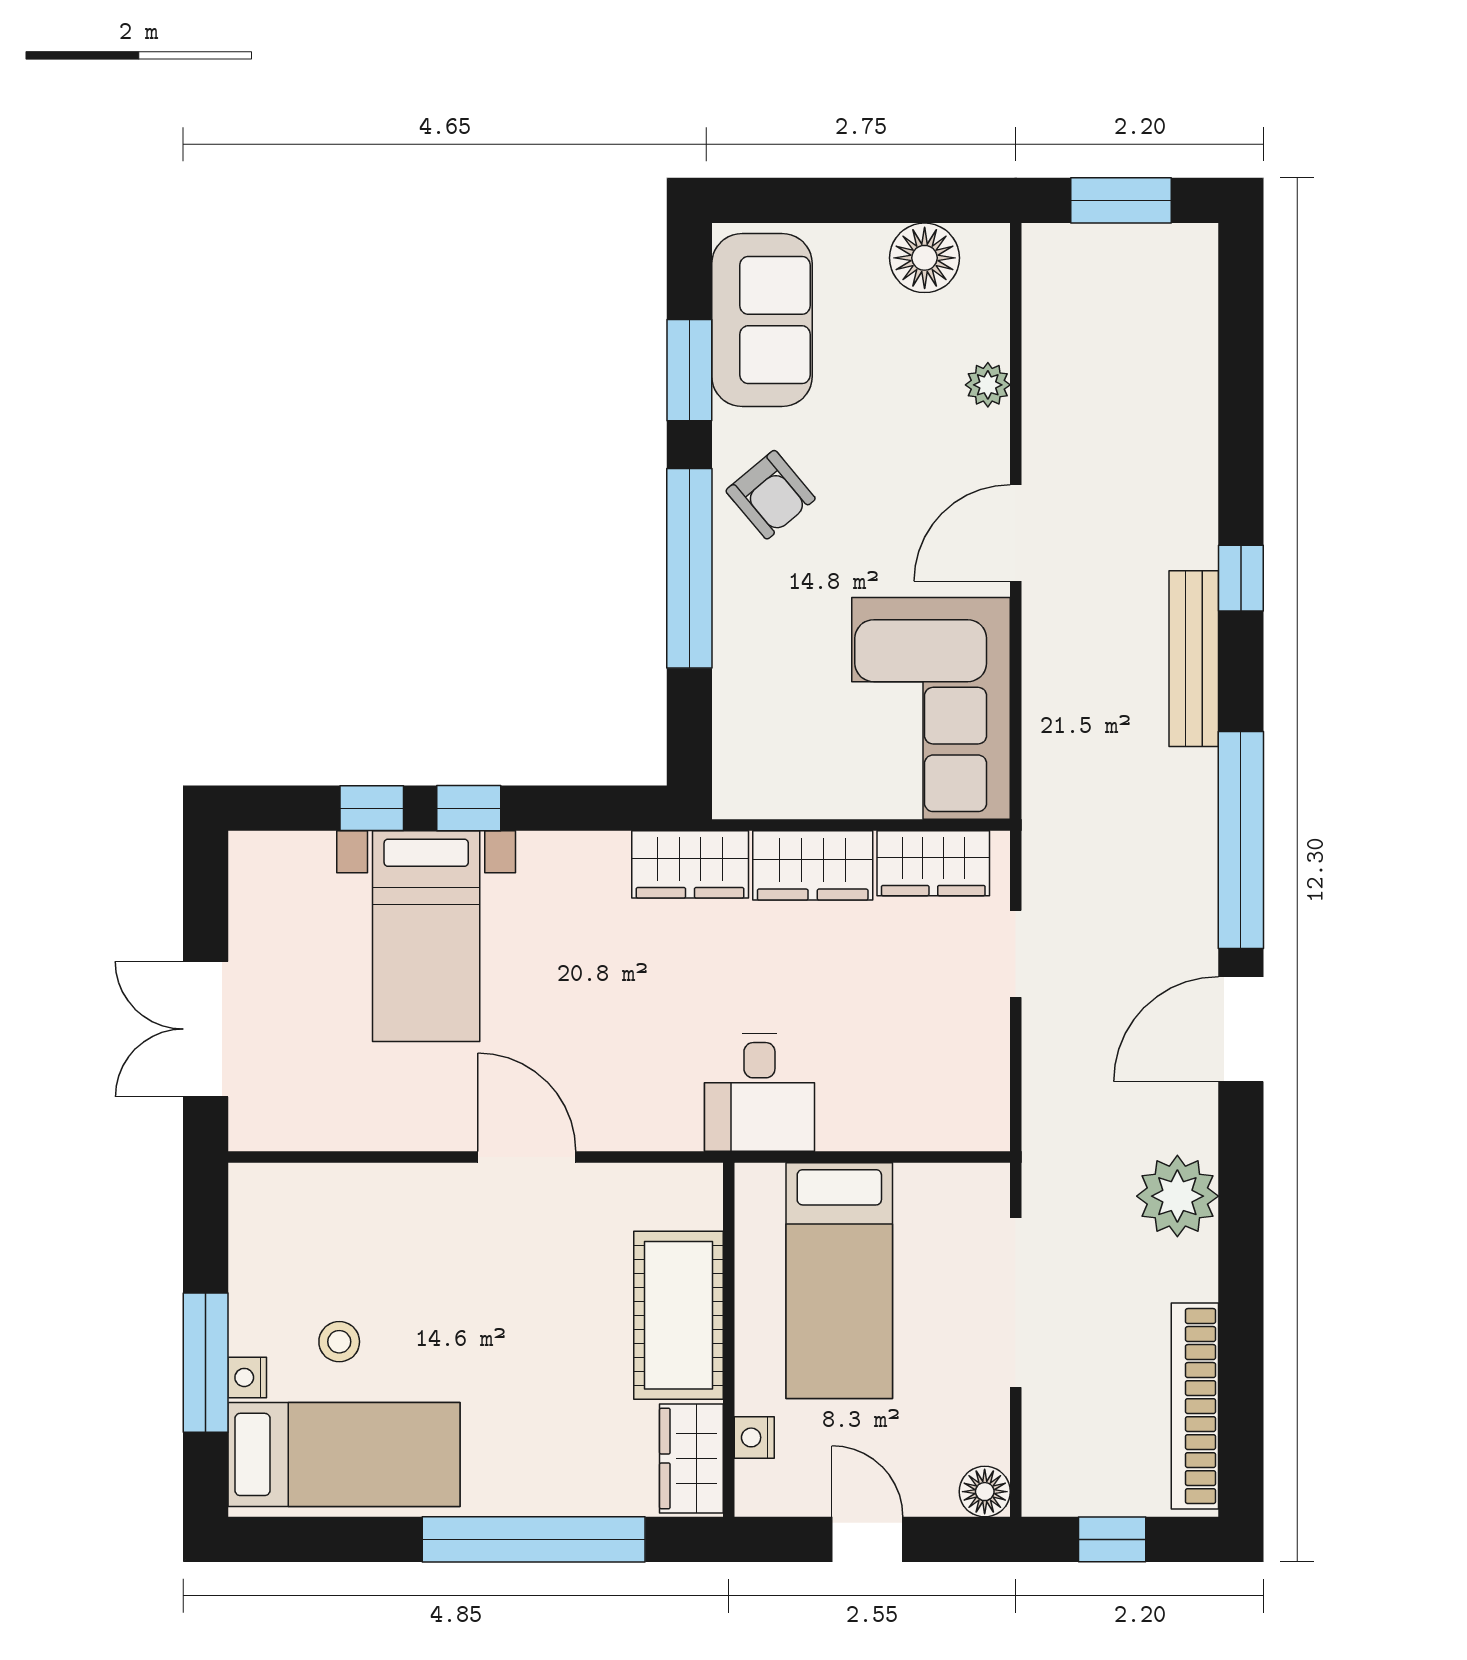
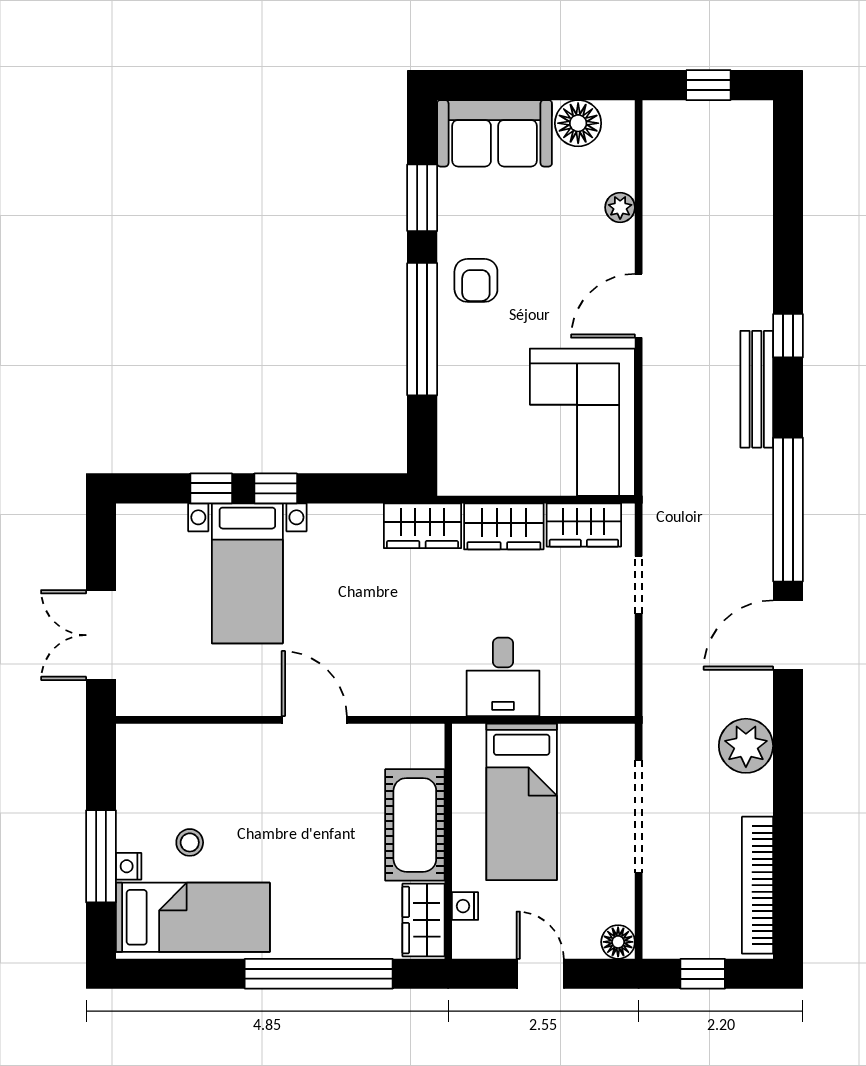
window: (1121, 200) -> (708, 85), width x0.67
sofa: (762, 320) -> (495, 133), moved, turned 90
armchair: (771, 495) -> (476, 280), turned 40
desk: (759, 1092) -> (503, 677), moved

